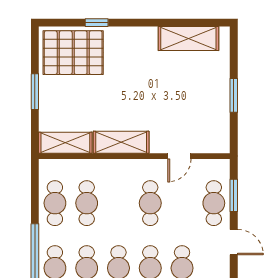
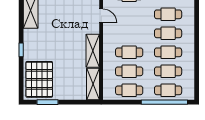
window: (97, 23) -> (21, 50), moved
window: (35, 92) -> (48, 102), moved
cafe table: (150, 203) -> (129, 52), moved

